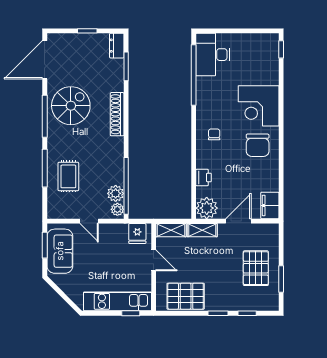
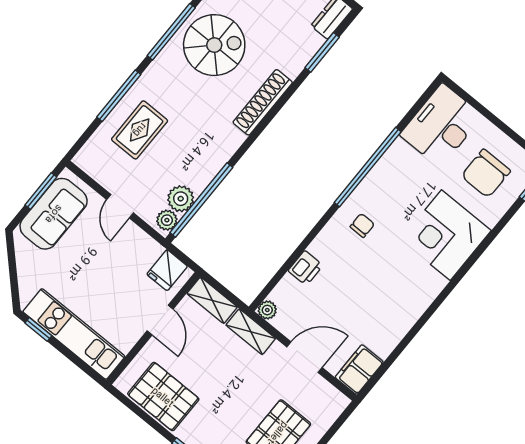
window: (194, 75) -> (368, 167), moved
chair: (258, 145) -> (486, 173), moved
plant: (207, 208) -> (267, 310), width x0.53, depth x0.53
window: (131, 313) -> (38, 329), moved

